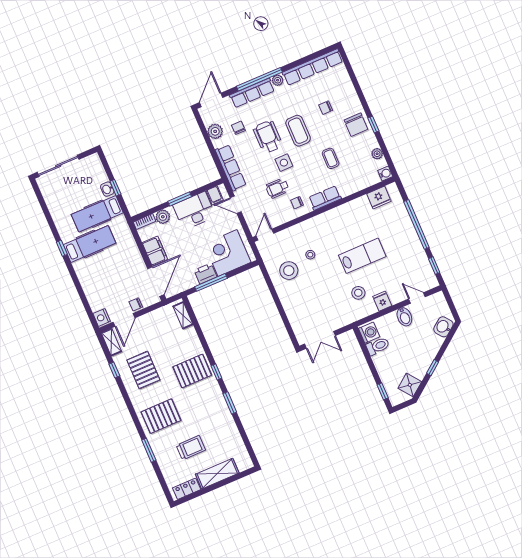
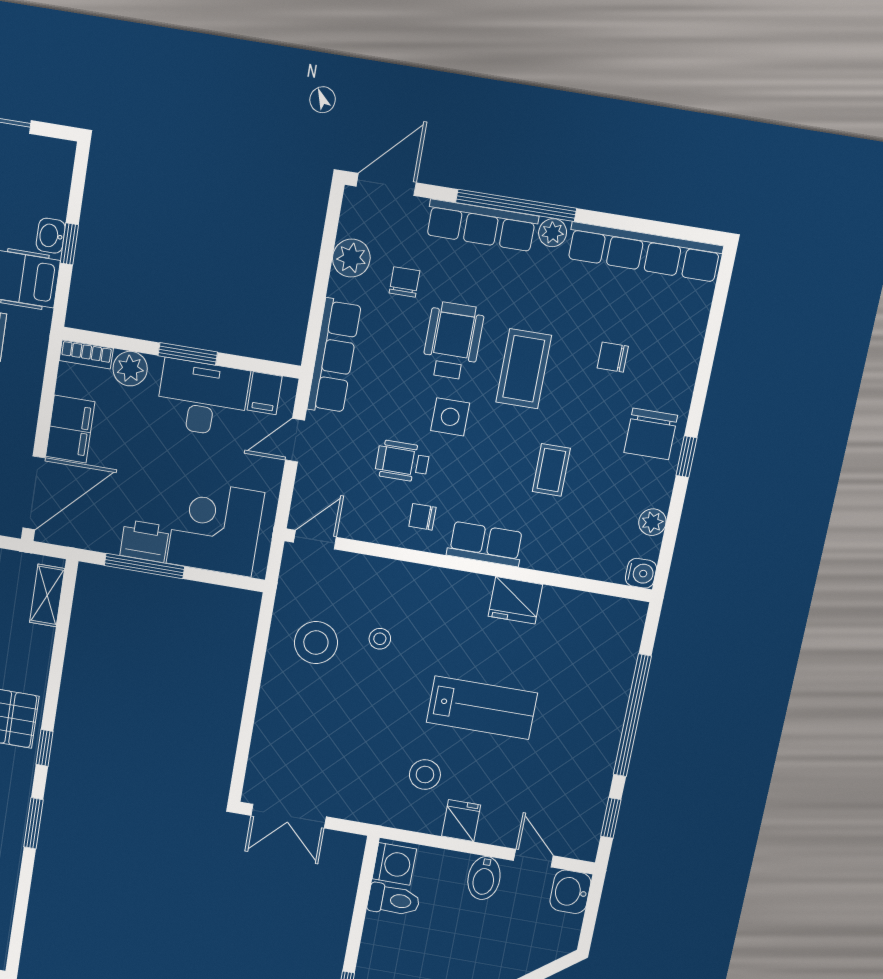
fridge: (379, 198) -> (515, 600), moved
door: (236, 205) -> (295, 440), hinge flipped
washbasin: (443, 327) -> (570, 892), moved, turned -52

